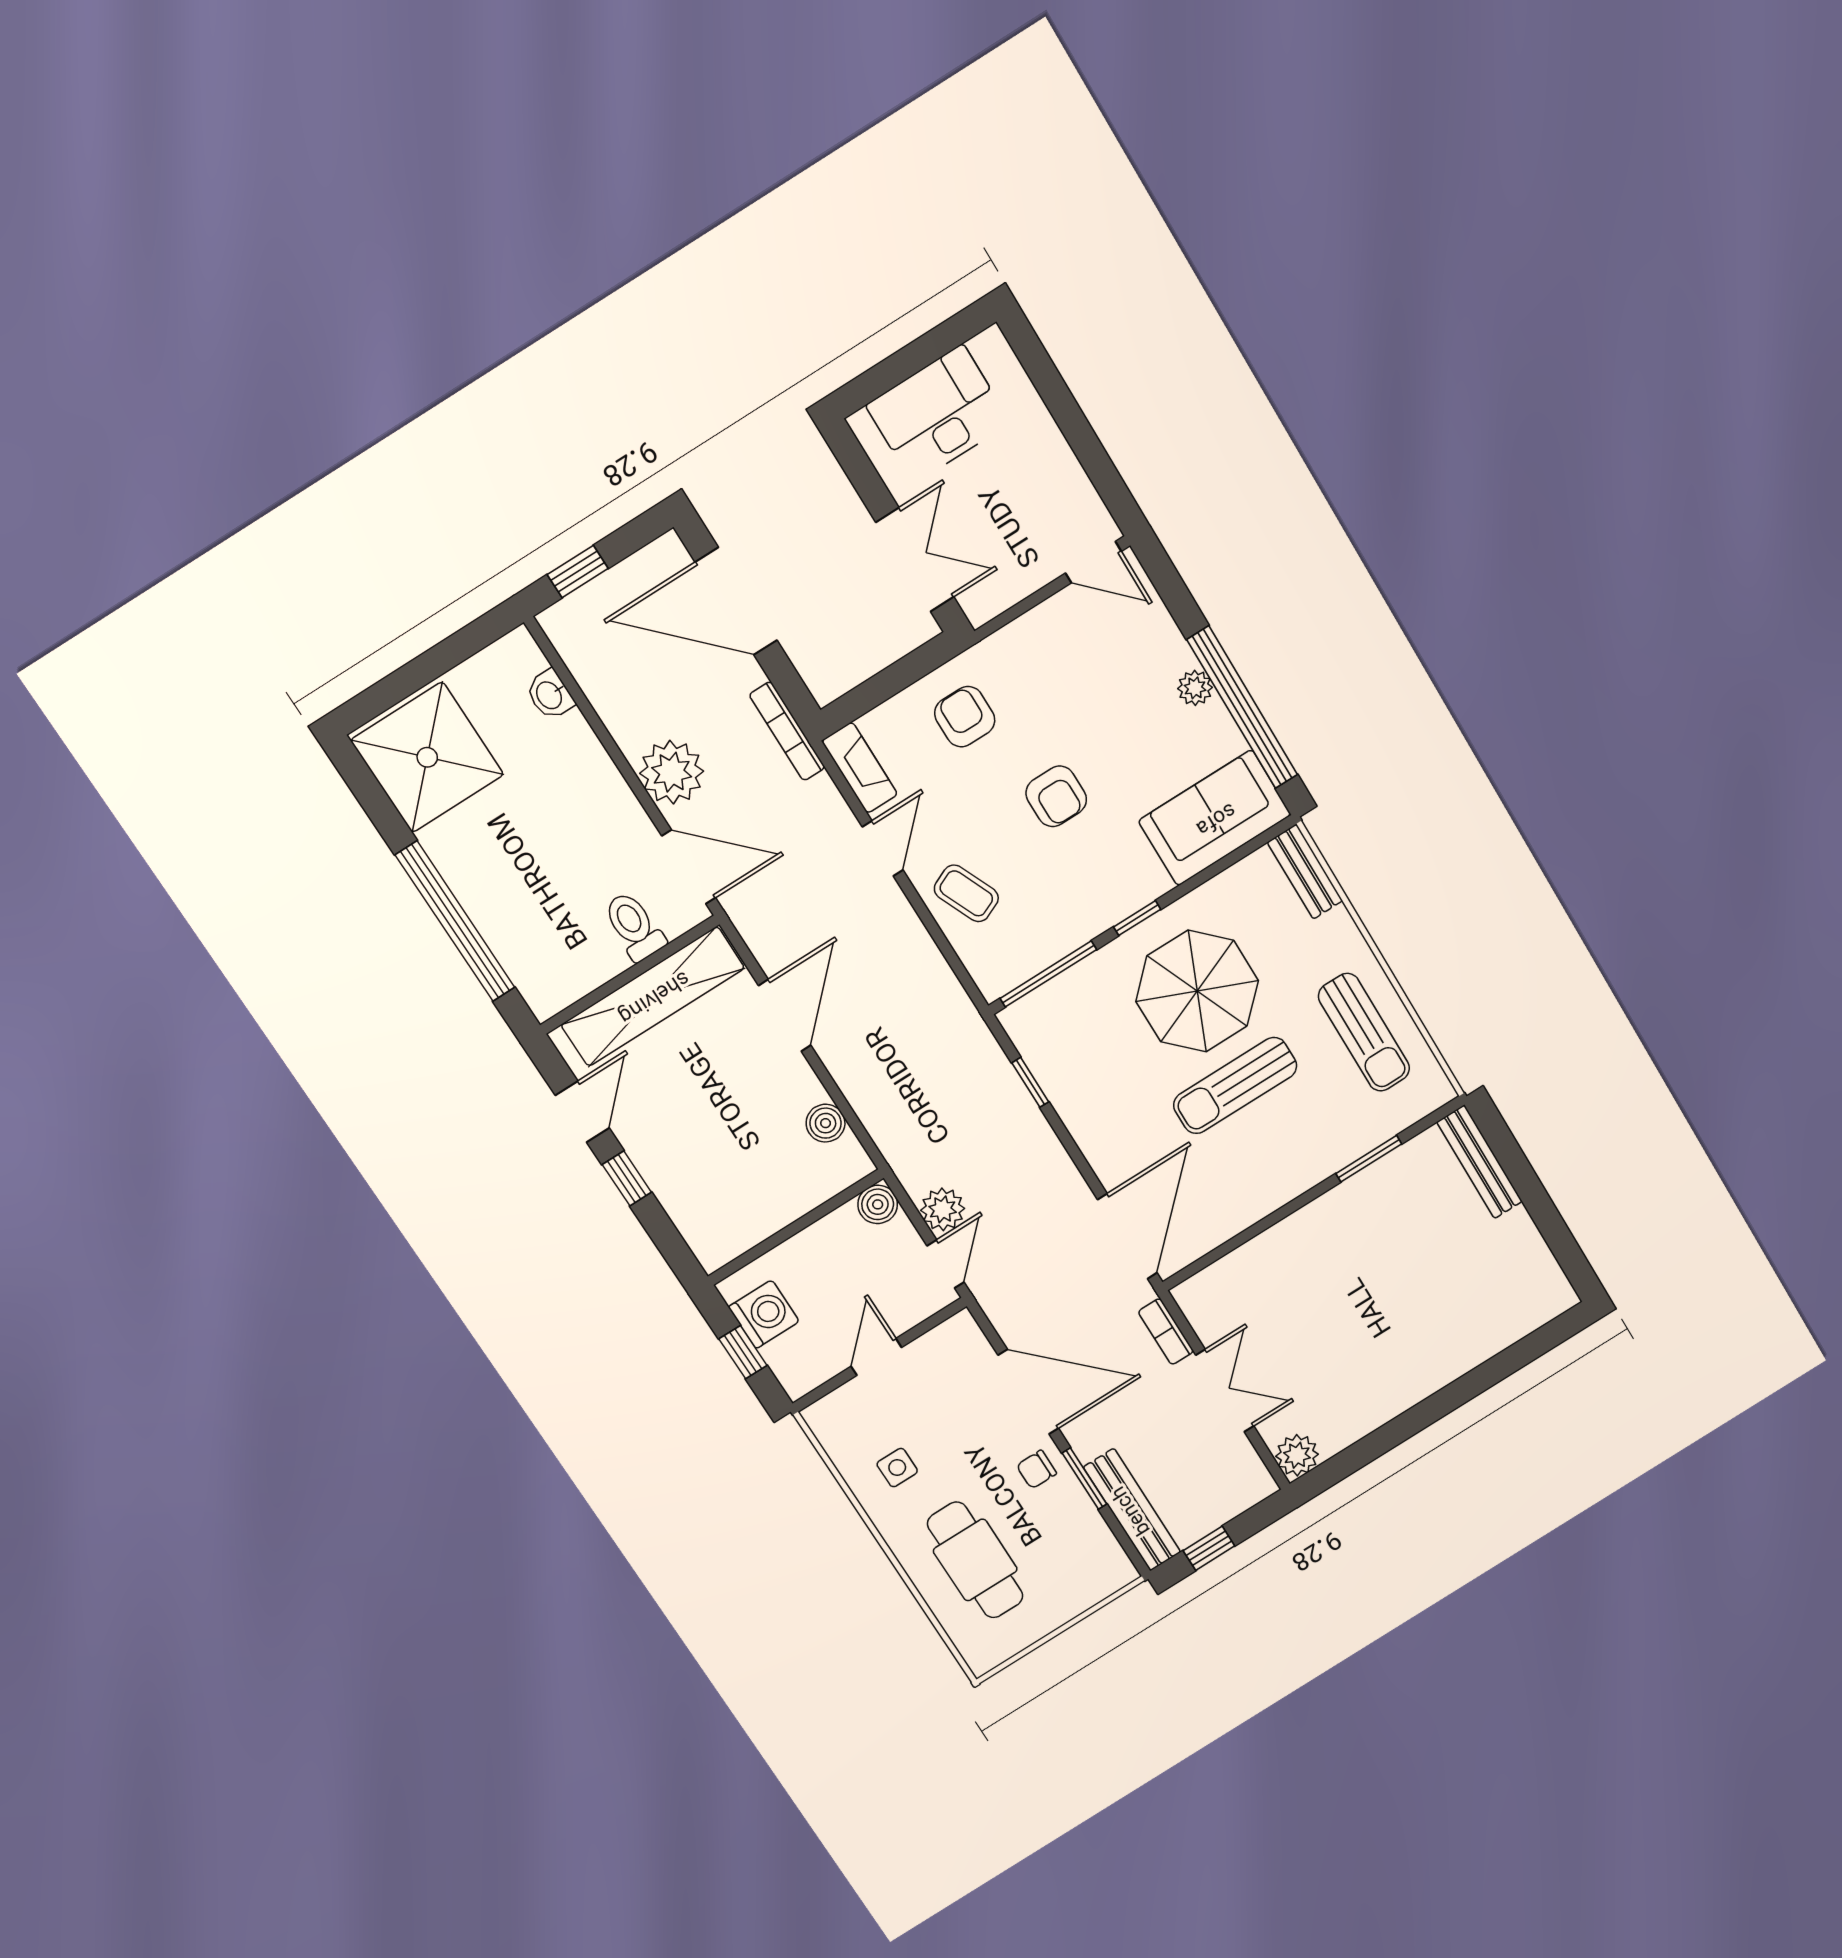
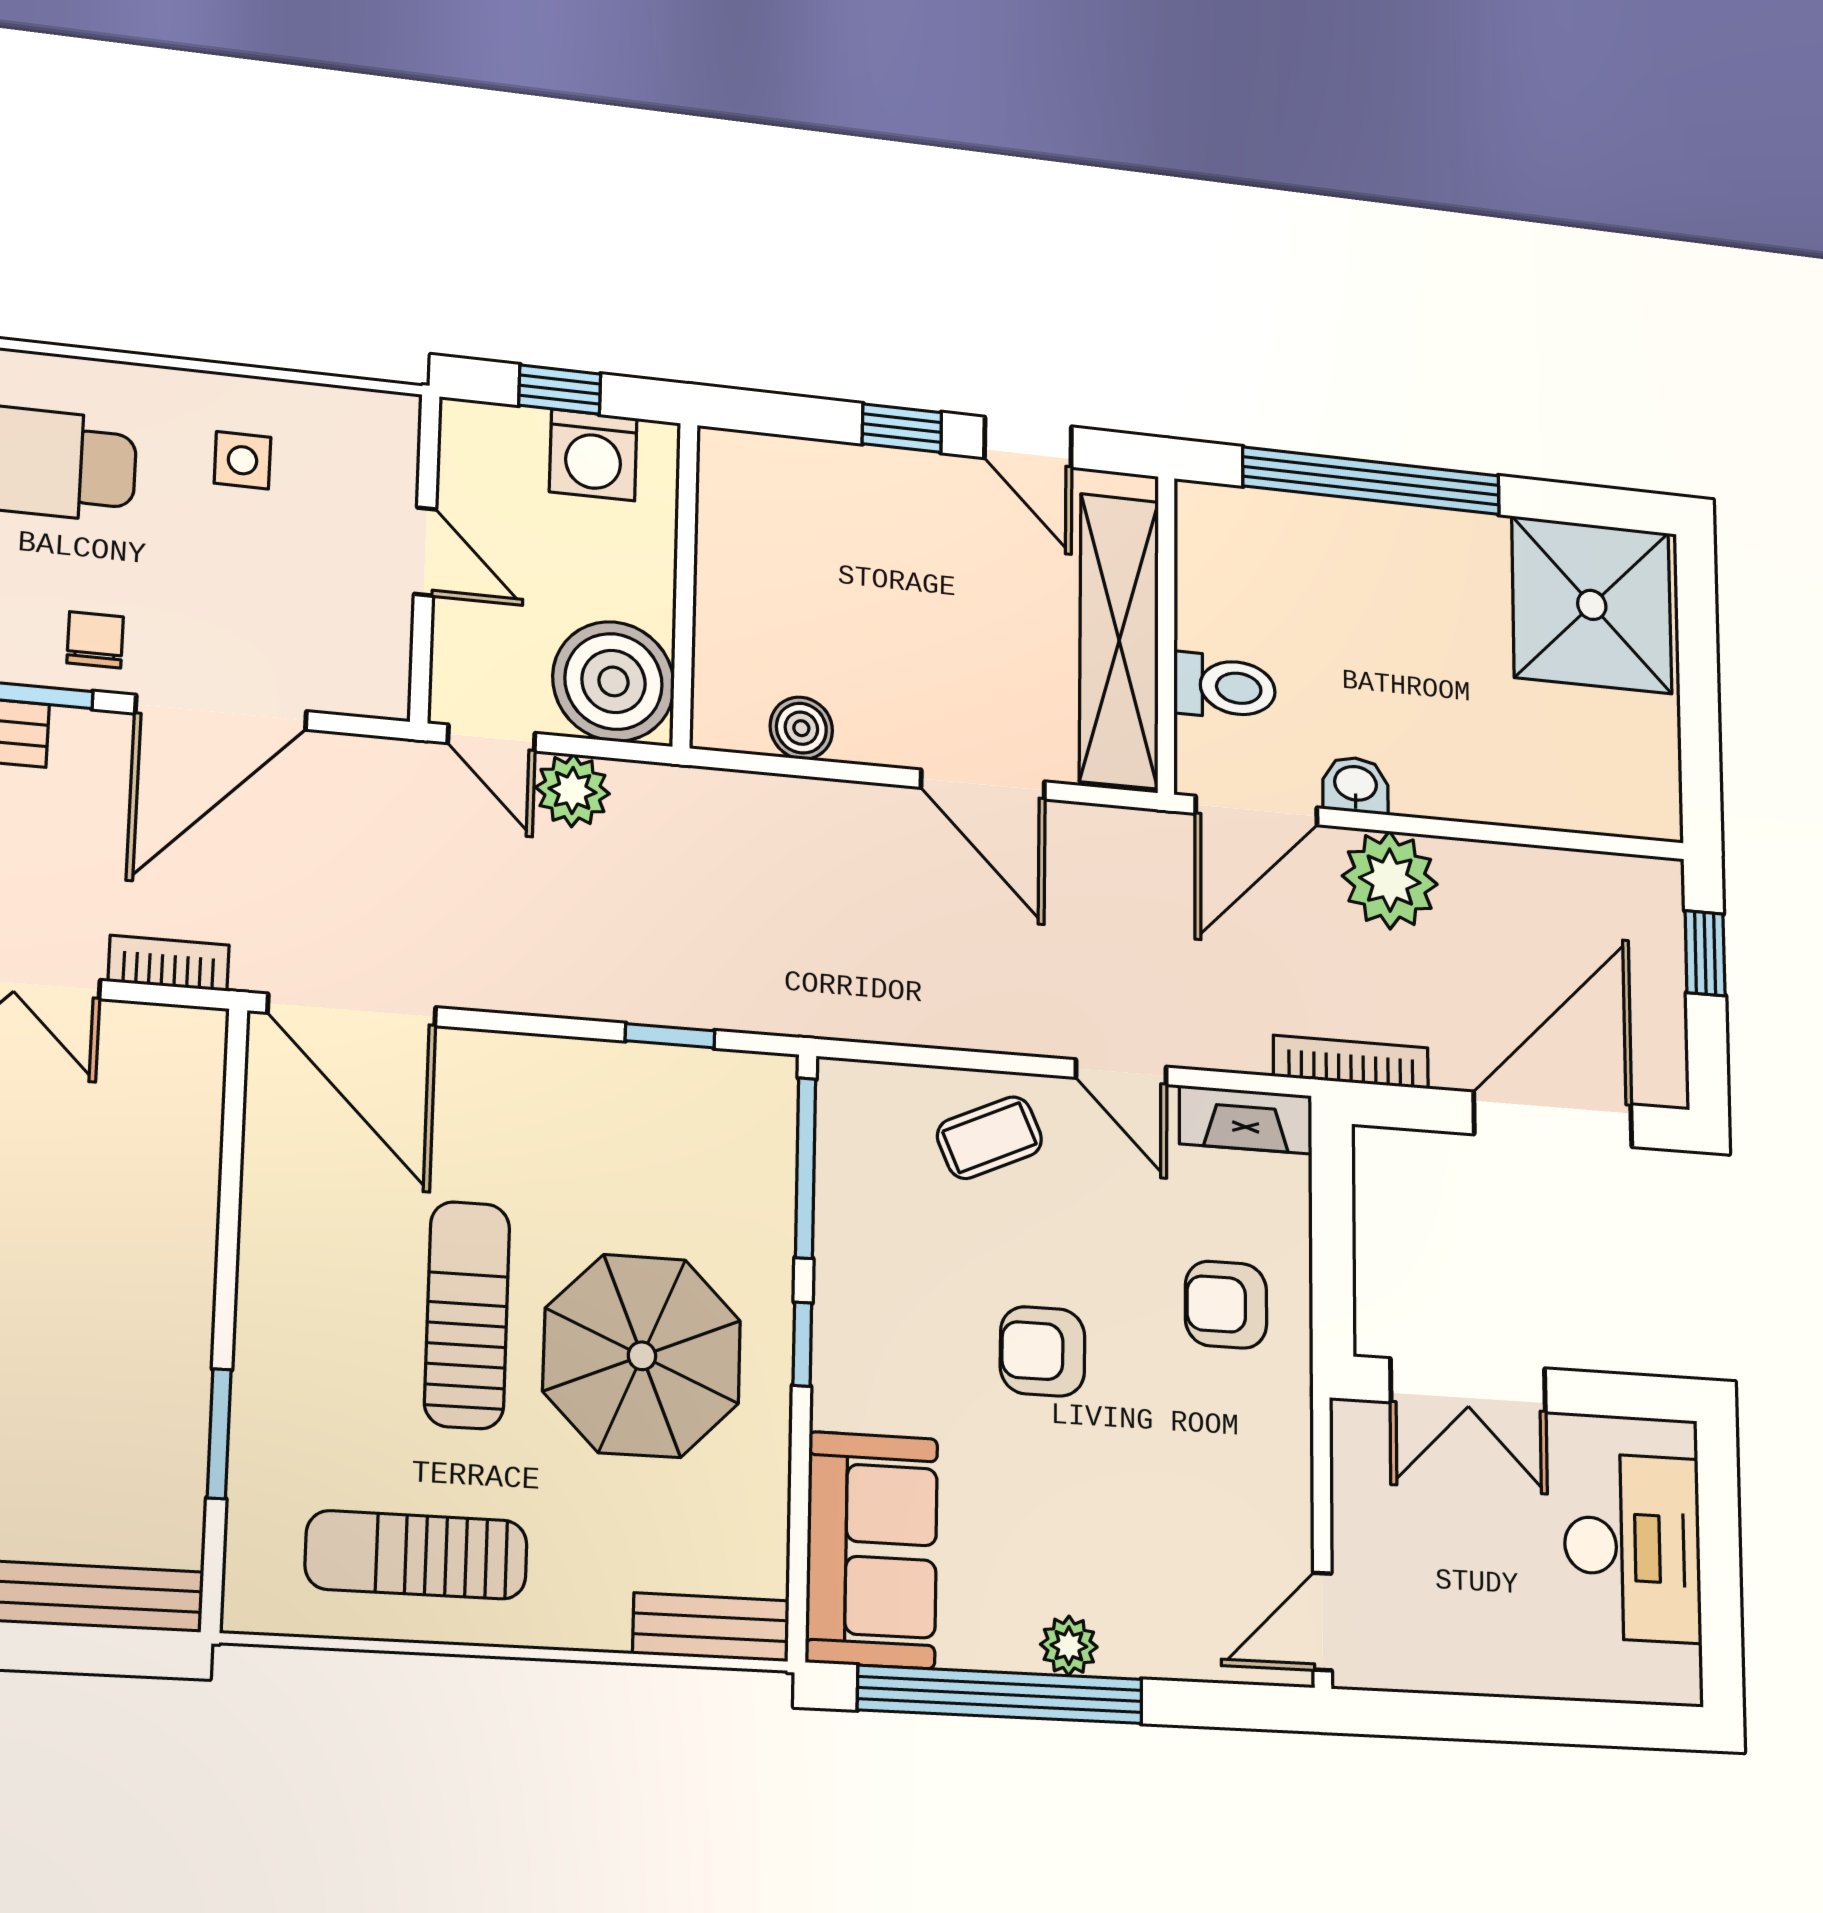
washbasin: (550, 695) -> (1355, 785), moved
armchair: (965, 717) -> (1226, 1305), turned 180
boiler: (878, 1204) -> (614, 681), width x1.86, depth x1.86

